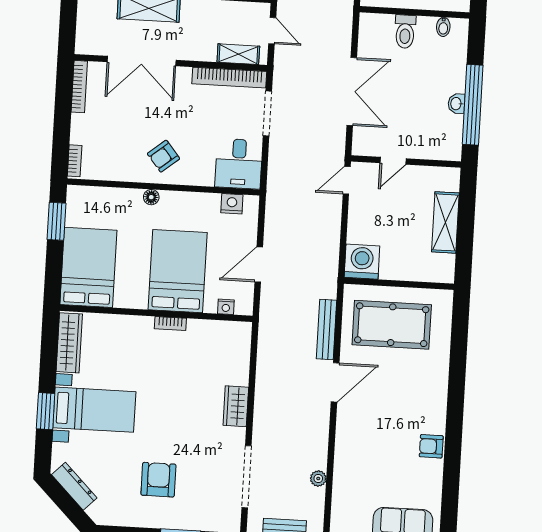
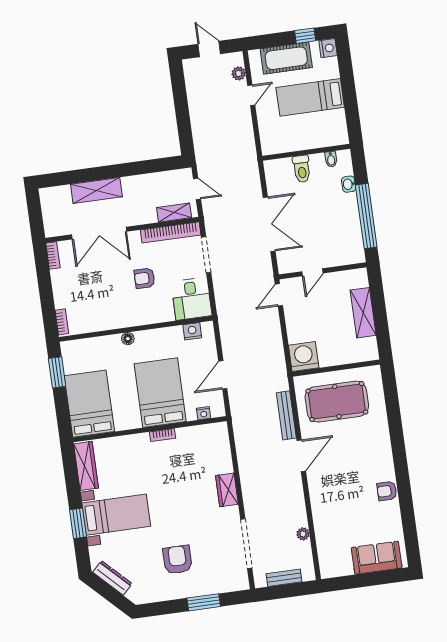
bookcase: (79, 87) -> (53, 255), width x0.64
washbasin: (456, 104) -> (349, 184), moved
armchair: (163, 156) -> (145, 278), moved, turned 39

